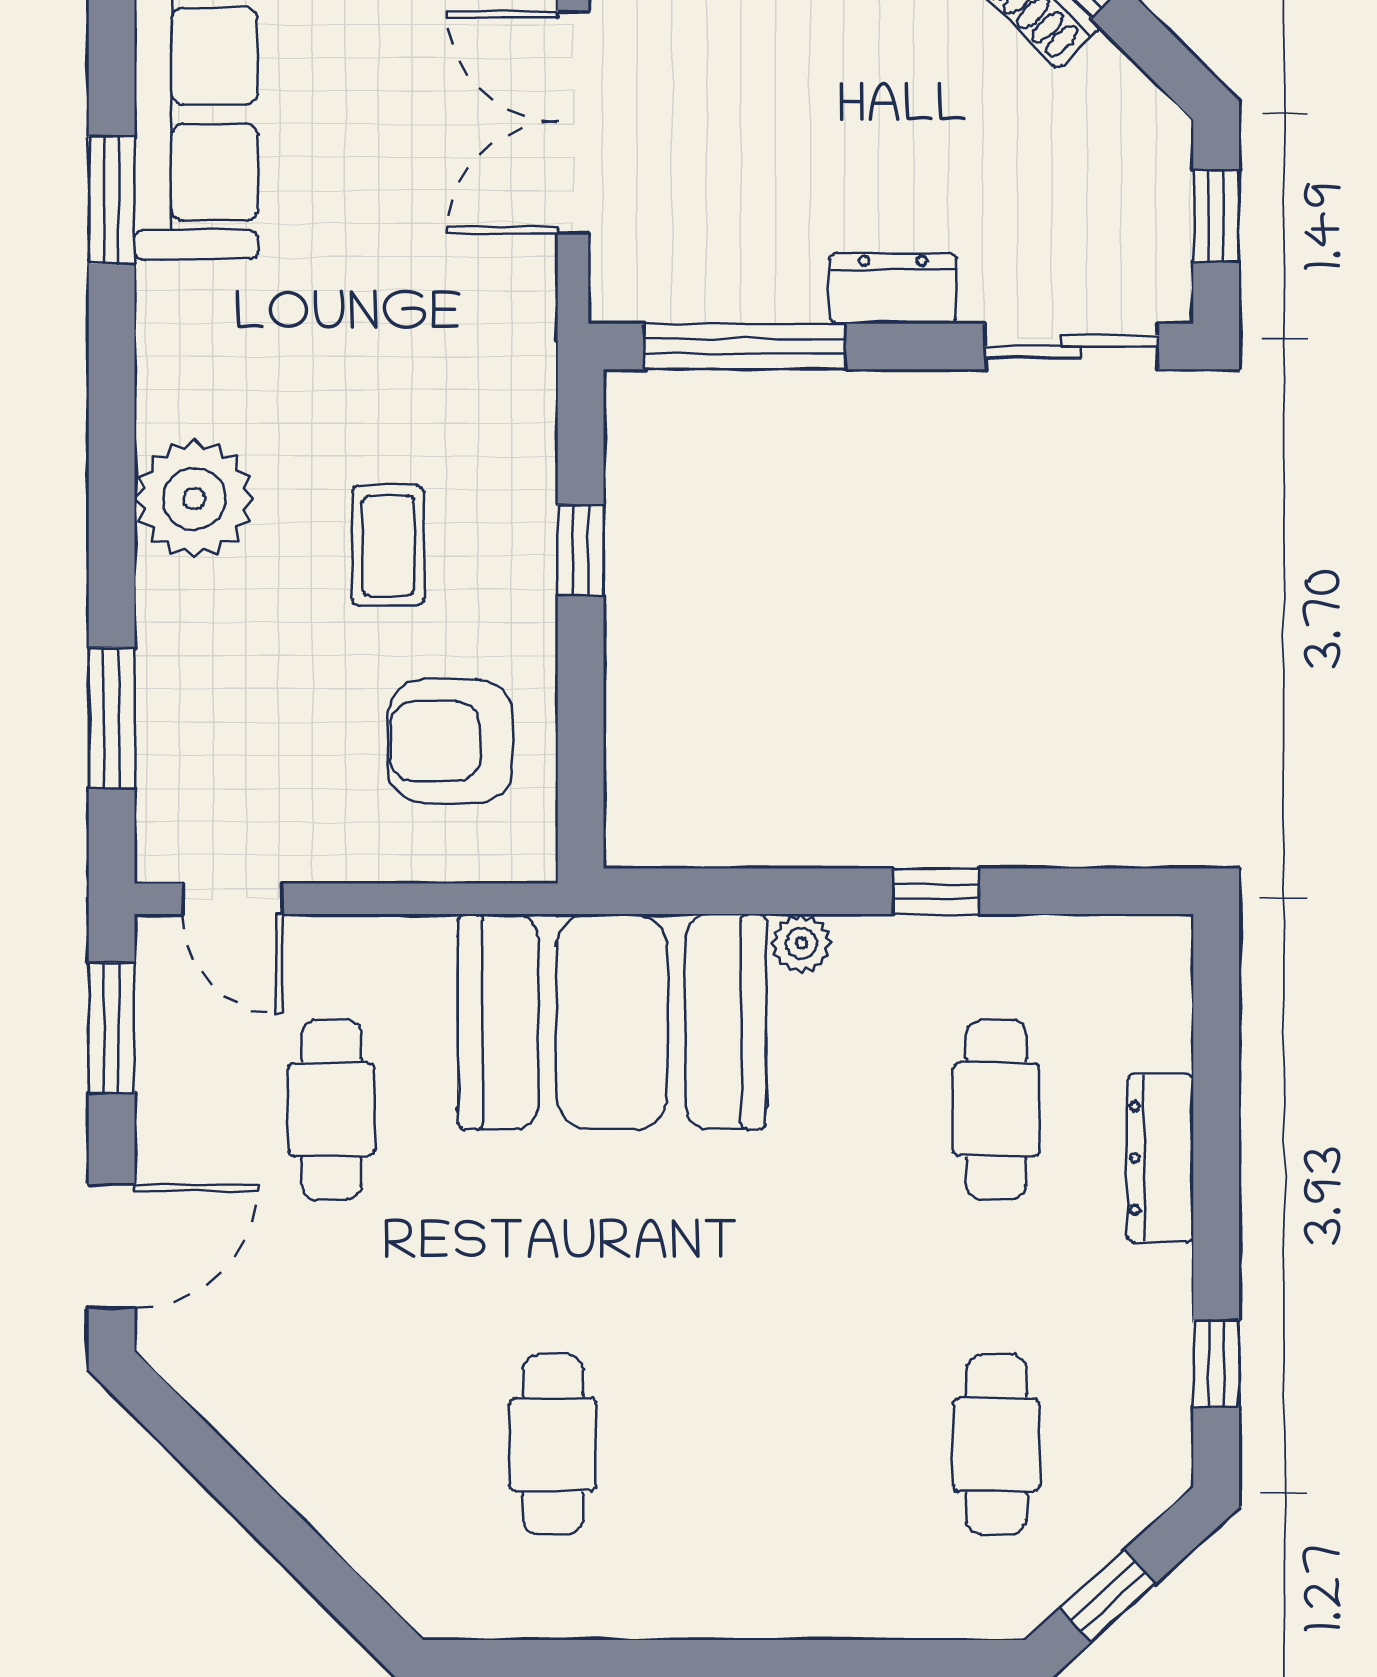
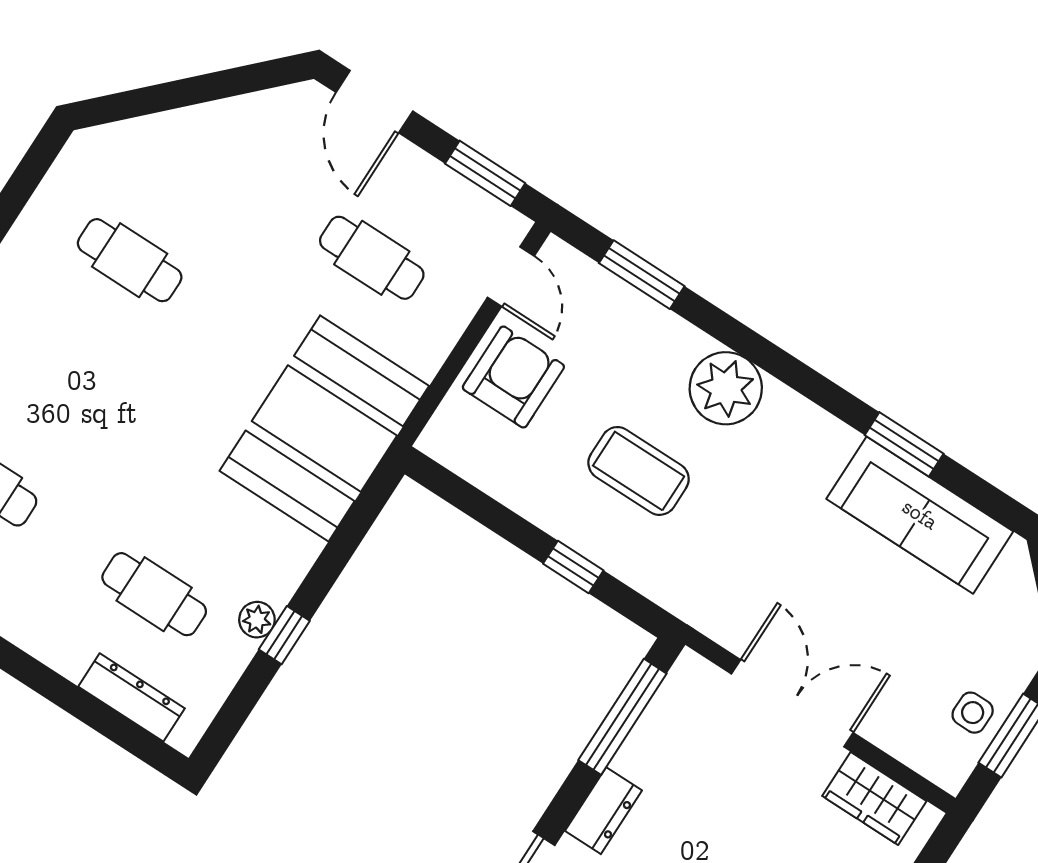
coffee table: (388, 546) -> (639, 471), width x1.36, depth x1.30
armchair: (450, 741) -> (513, 377), moved
door: (233, 899) -> (511, 277), swing flipped
plant: (801, 943) -> (257, 620), moved
dresser: (1160, 1158) -> (131, 697), moved

